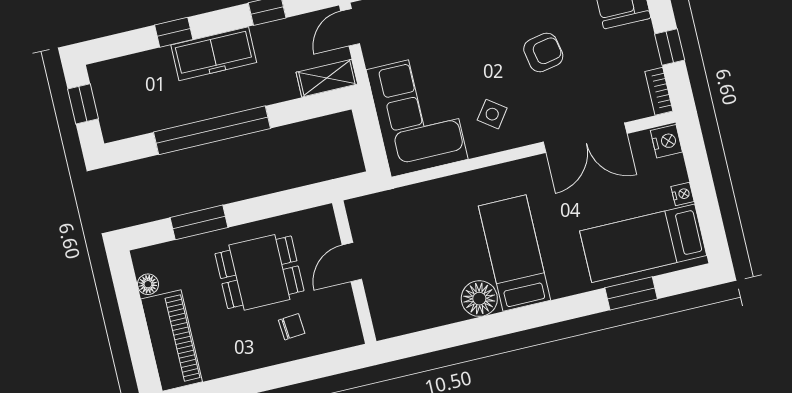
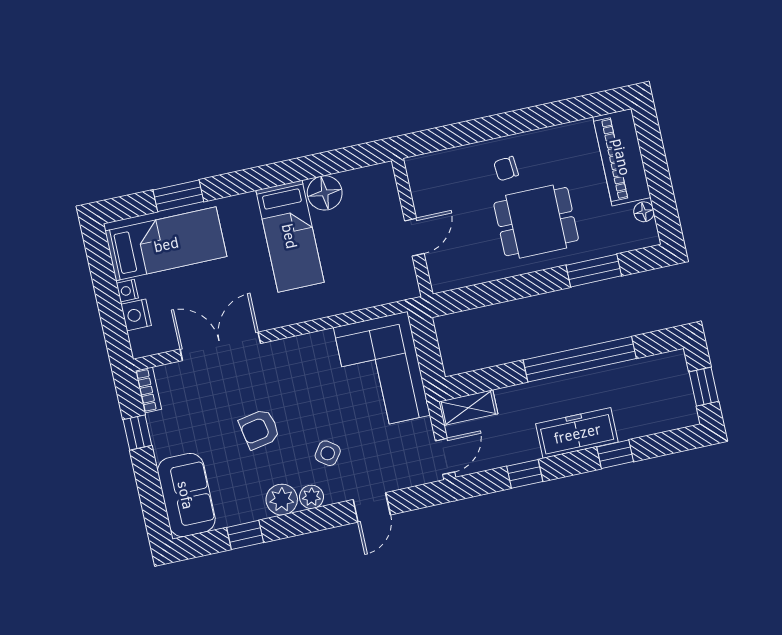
side table: (492, 114) -> (328, 453), moved
nightstand: (666, 141) -> (136, 315), moved
door: (352, 262) -> (414, 237), moved
wall: (354, 272) -> (412, 227), moved

